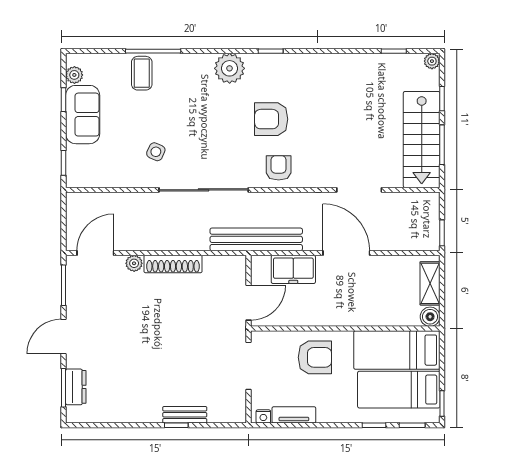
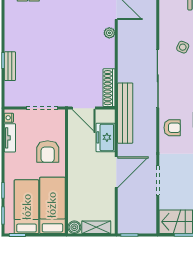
shoe rack: (173, 264) -> (109, 88), moved

